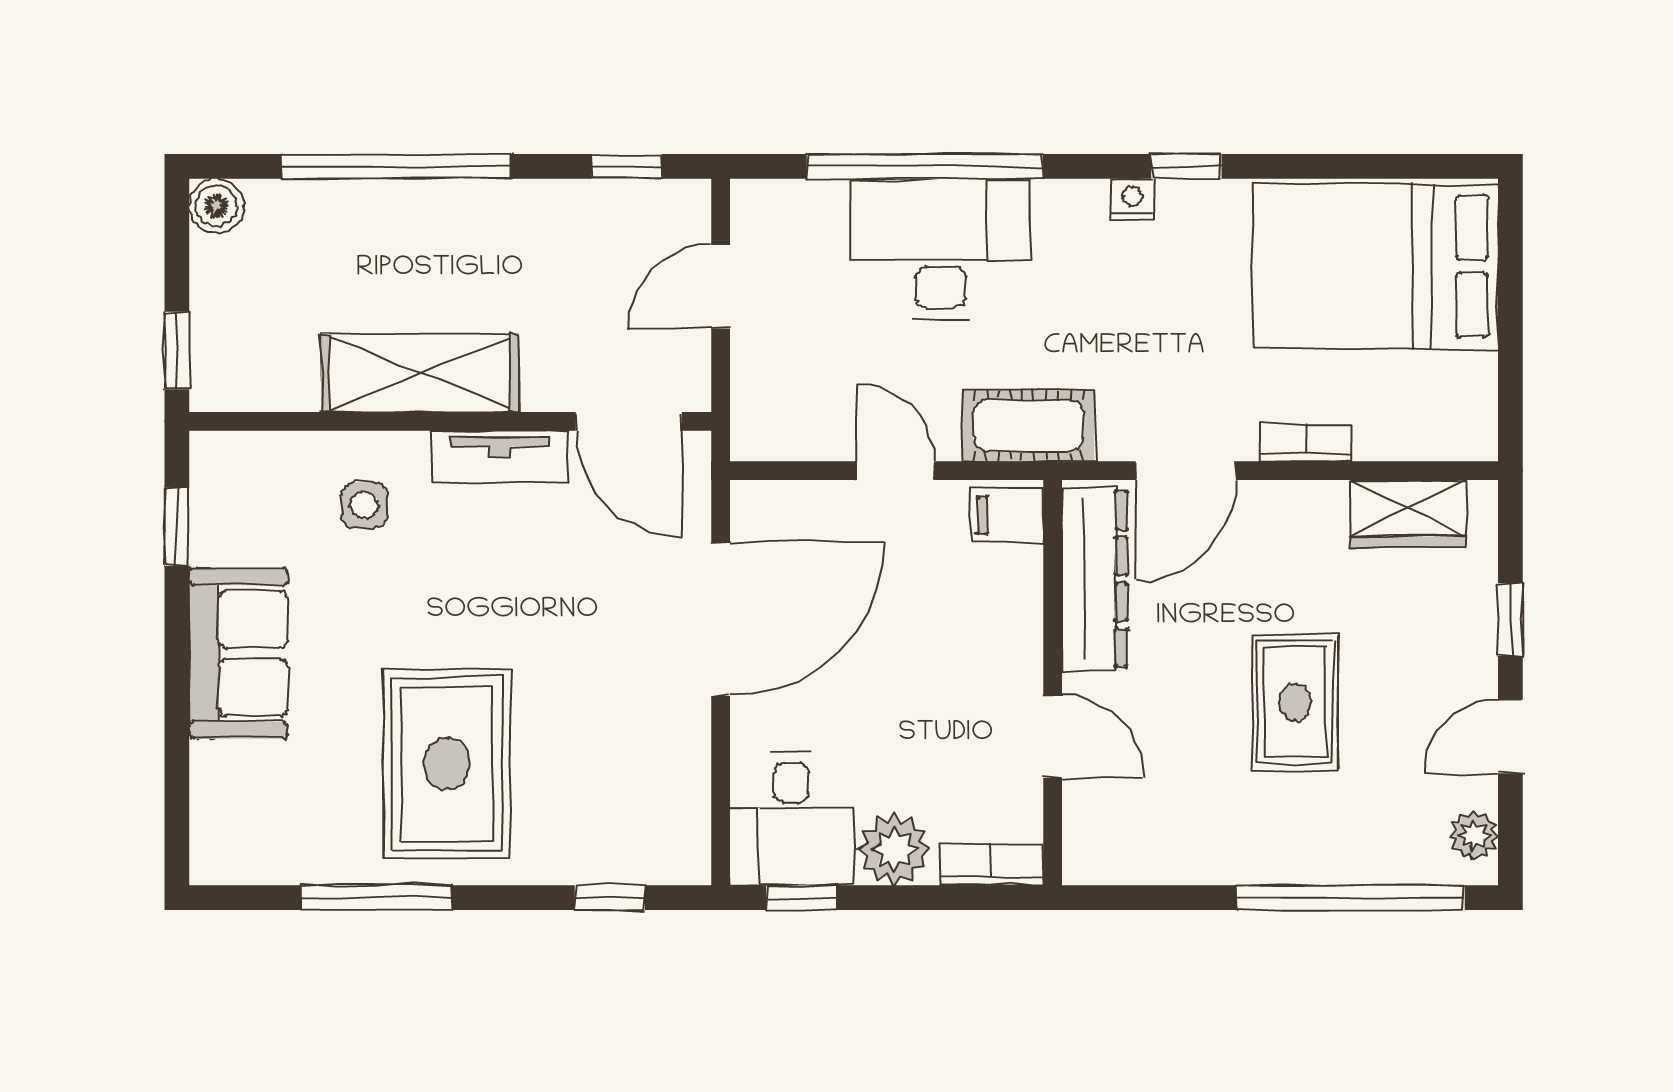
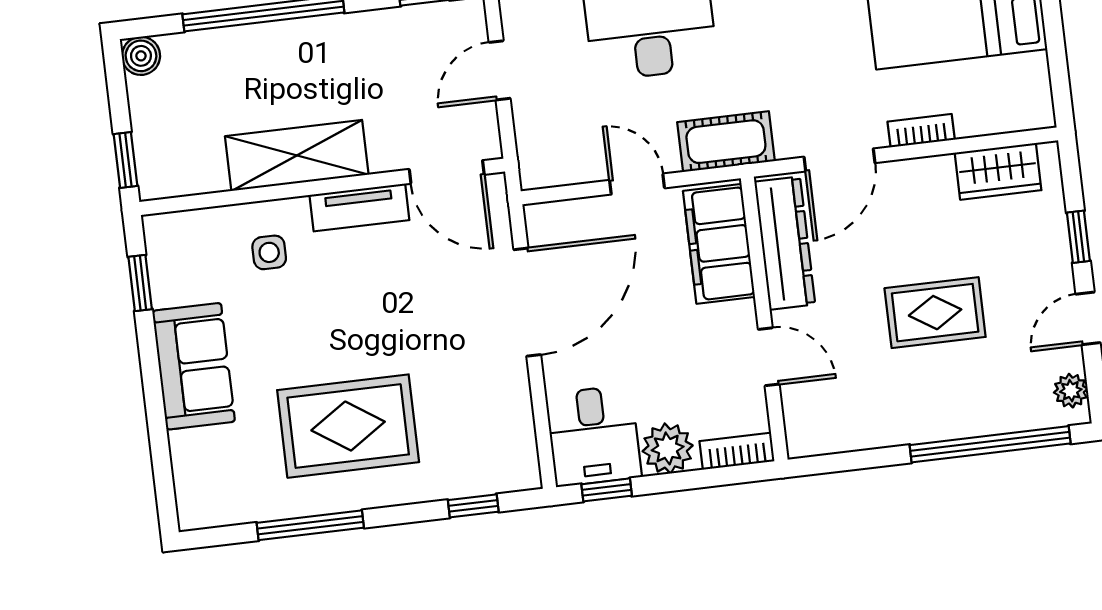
filing cabinet: (1007, 515) -> (719, 244), width x3.00, depth x1.17
rug: (1295, 702) -> (935, 313), turned 90
rug: (447, 764) -> (348, 426), turned 90

